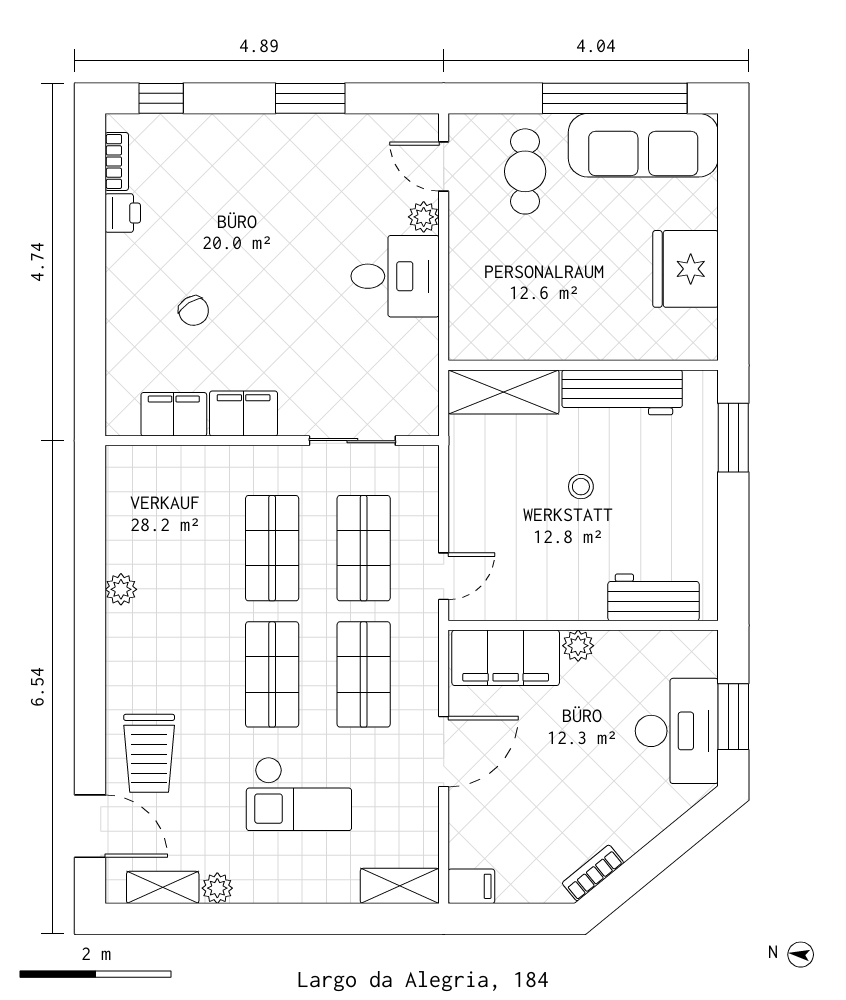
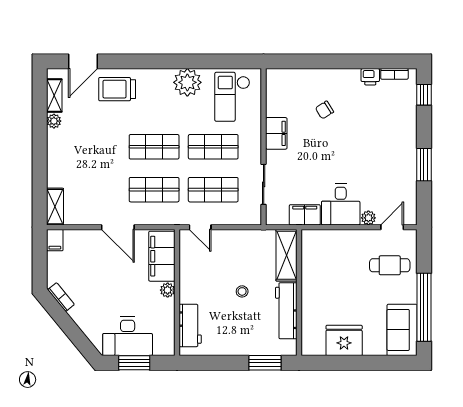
sofa: (643, 145) -> (402, 330), width x0.73
filing cabinet: (174, 414) -> (305, 215), moved, turned -90
plant: (121, 589) -> (187, 82), width x1.88, depth x1.88
checkout: (299, 794) -> (232, 97), moved

